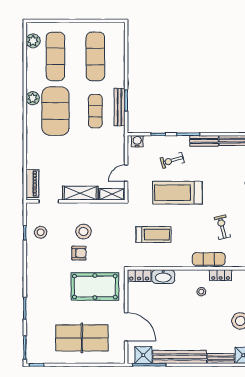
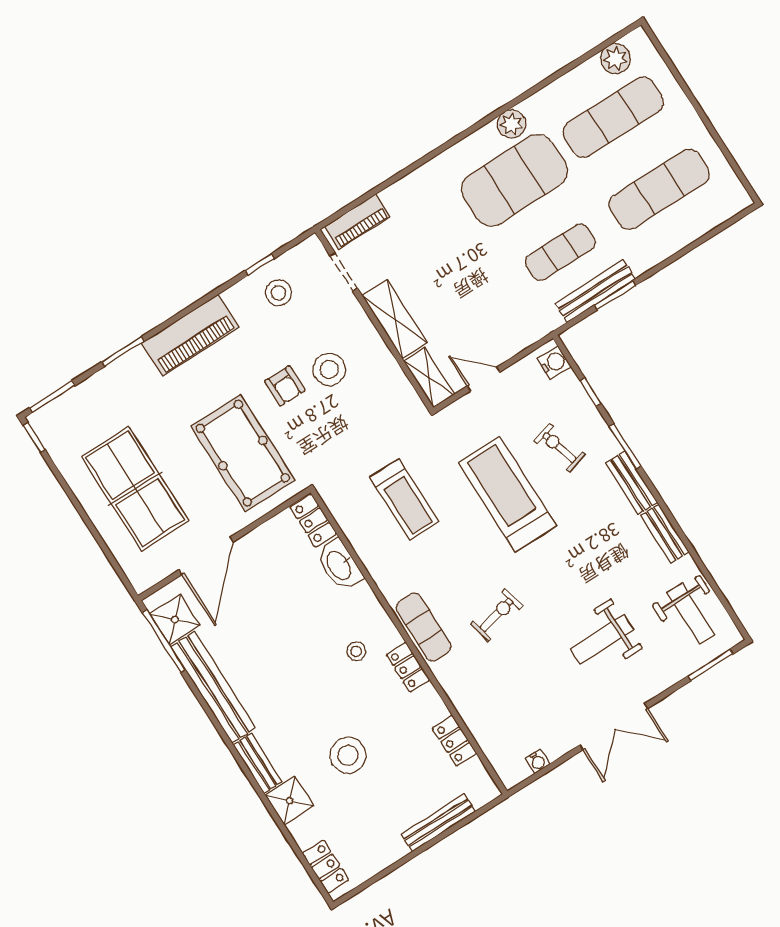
piano: (35, 278) -> (190, 335), added

